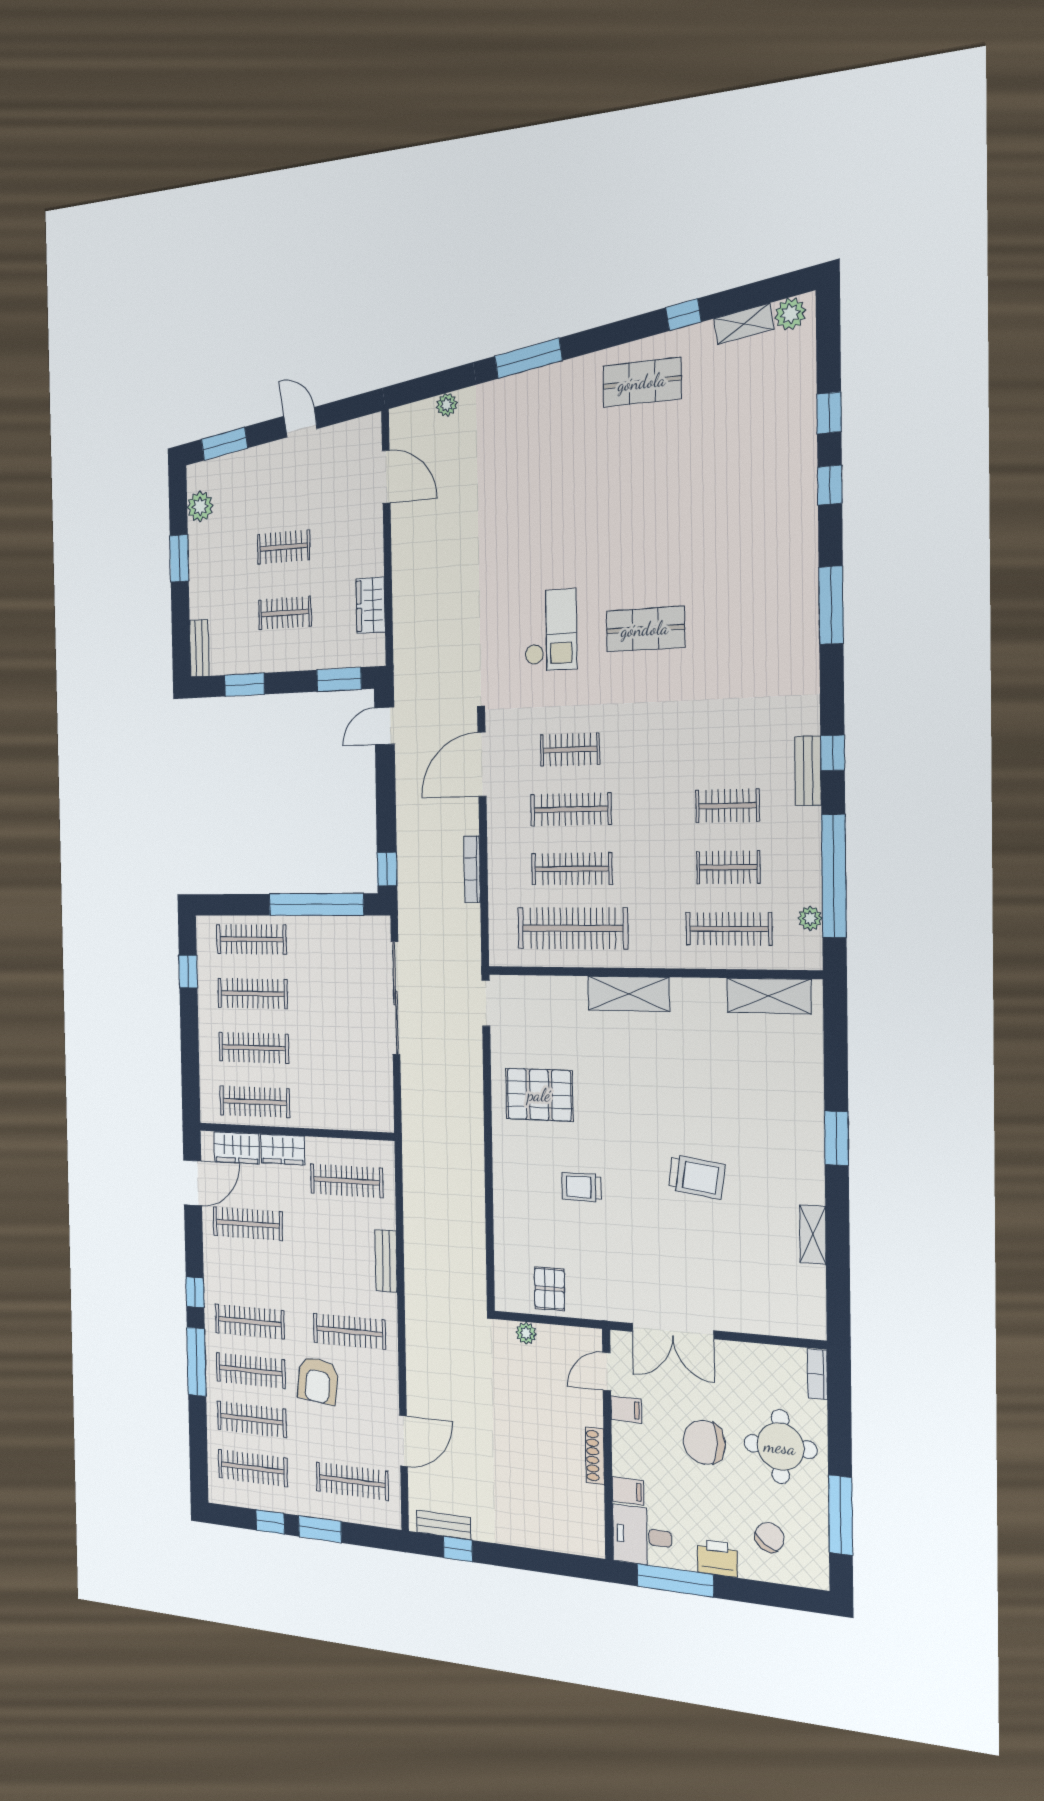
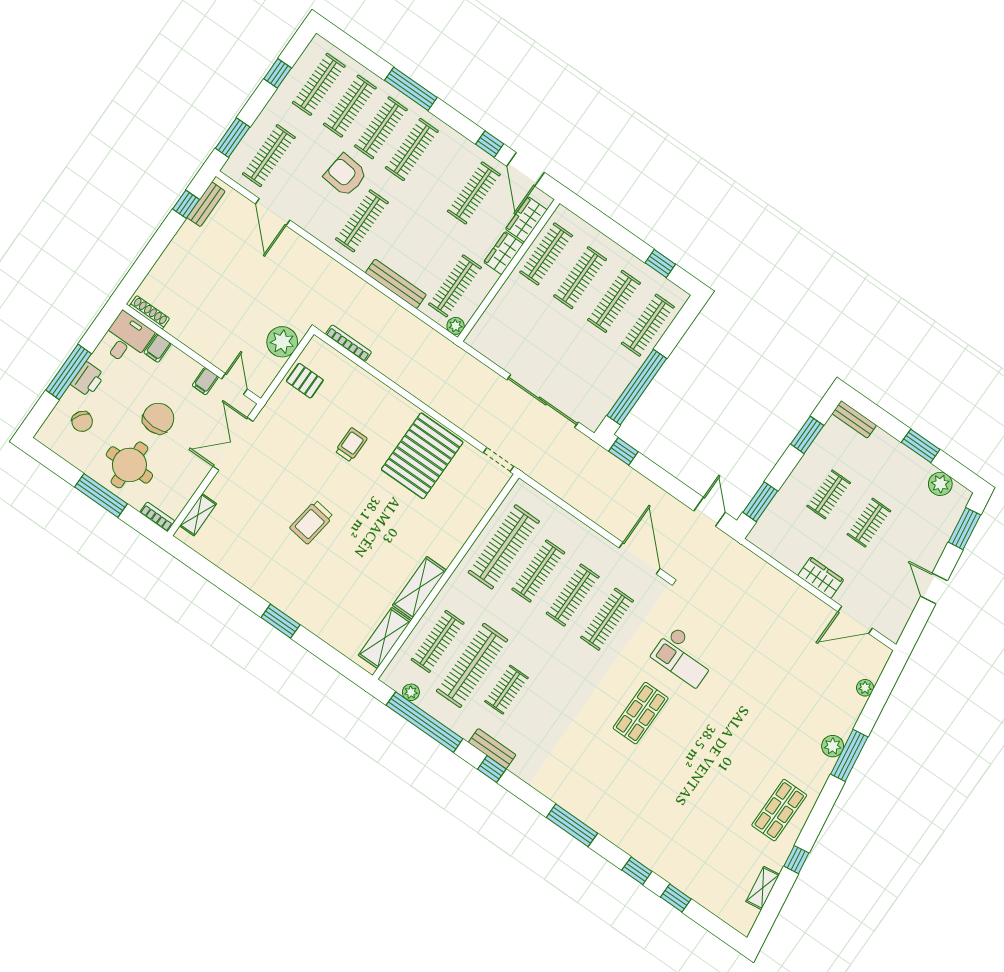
plant: (790, 314) -> (833, 746), moved
door: (301, 422) -> (934, 588), swing flipped
wardrobe: (371, 605) -> (821, 578), moved
clothes rail: (570, 750) -> (607, 619), width x1.36
clothes rail: (728, 867) -> (472, 665), width x1.86, depth x1.31
bookcase: (472, 869) -> (348, 343), moved
shelving: (628, 994) -> (419, 588), moved
pallet: (539, 1095) -> (422, 456), width x1.37, depth x1.41
plant: (384, 1152) -> (456, 326), added
shelving: (813, 1235) -> (198, 515), moved, turned 90
bench: (386, 1261) -> (396, 284), width x1.36
window: (195, 1292) -> (490, 144), moved
plant: (526, 1333) -> (282, 342), width x1.87, depth x1.87
shoe rack: (595, 1456) -> (149, 312), moved
window: (840, 1515) -> (101, 495), moved
window: (320, 1529) -> (233, 138), moved
window: (675, 1580) -> (69, 372), moved

